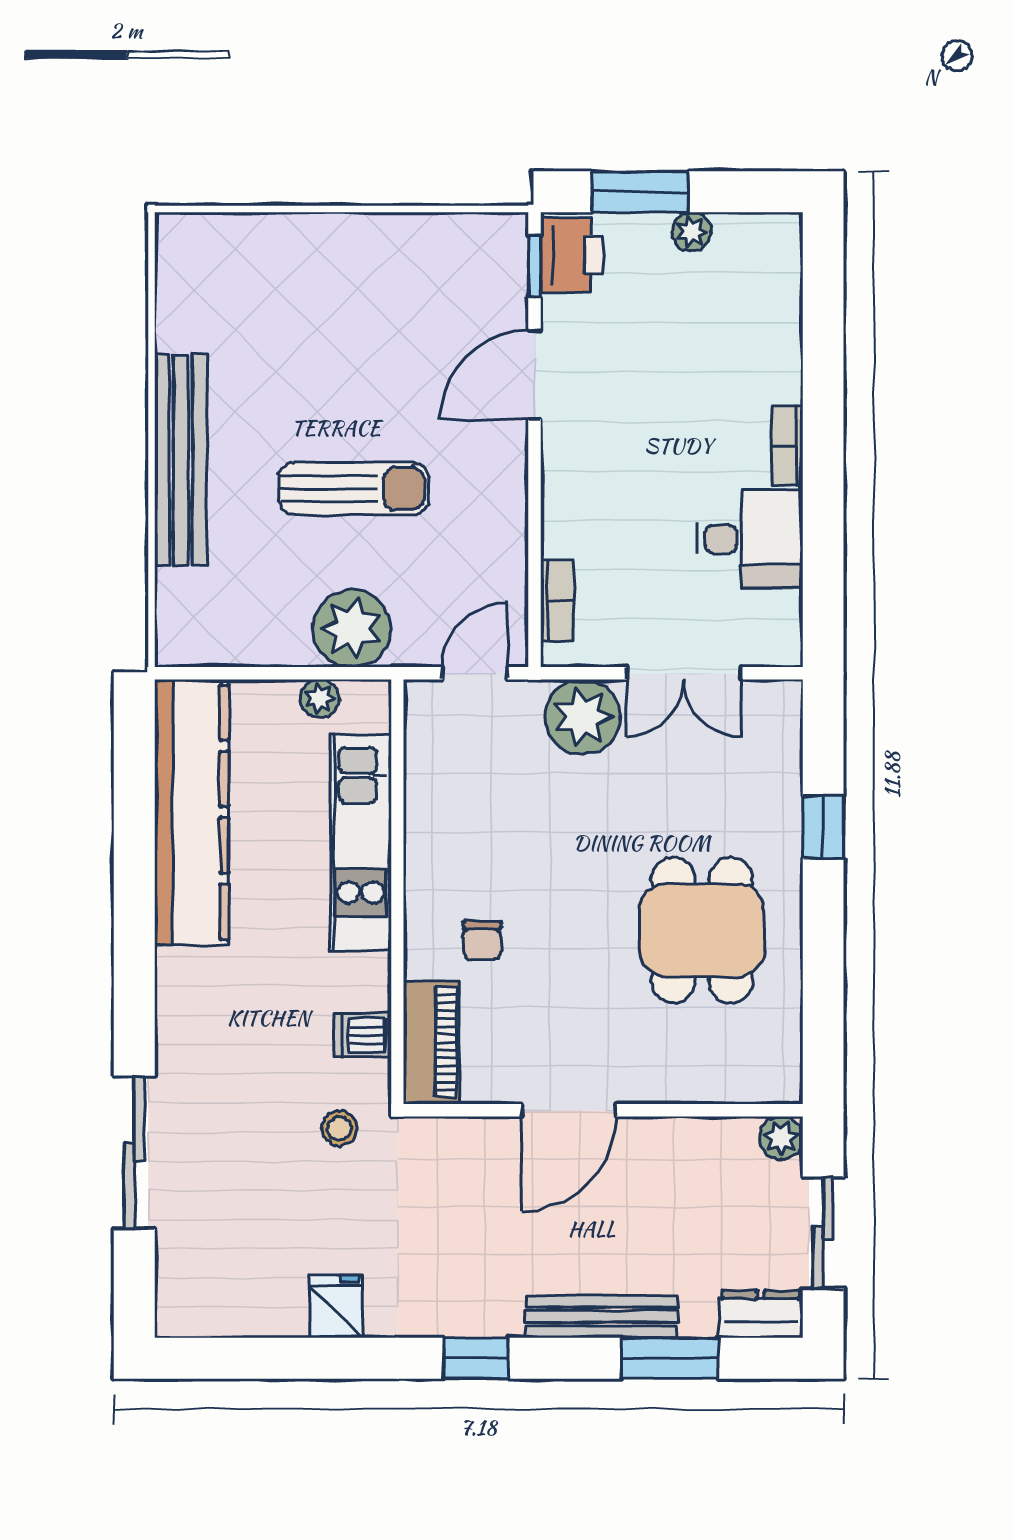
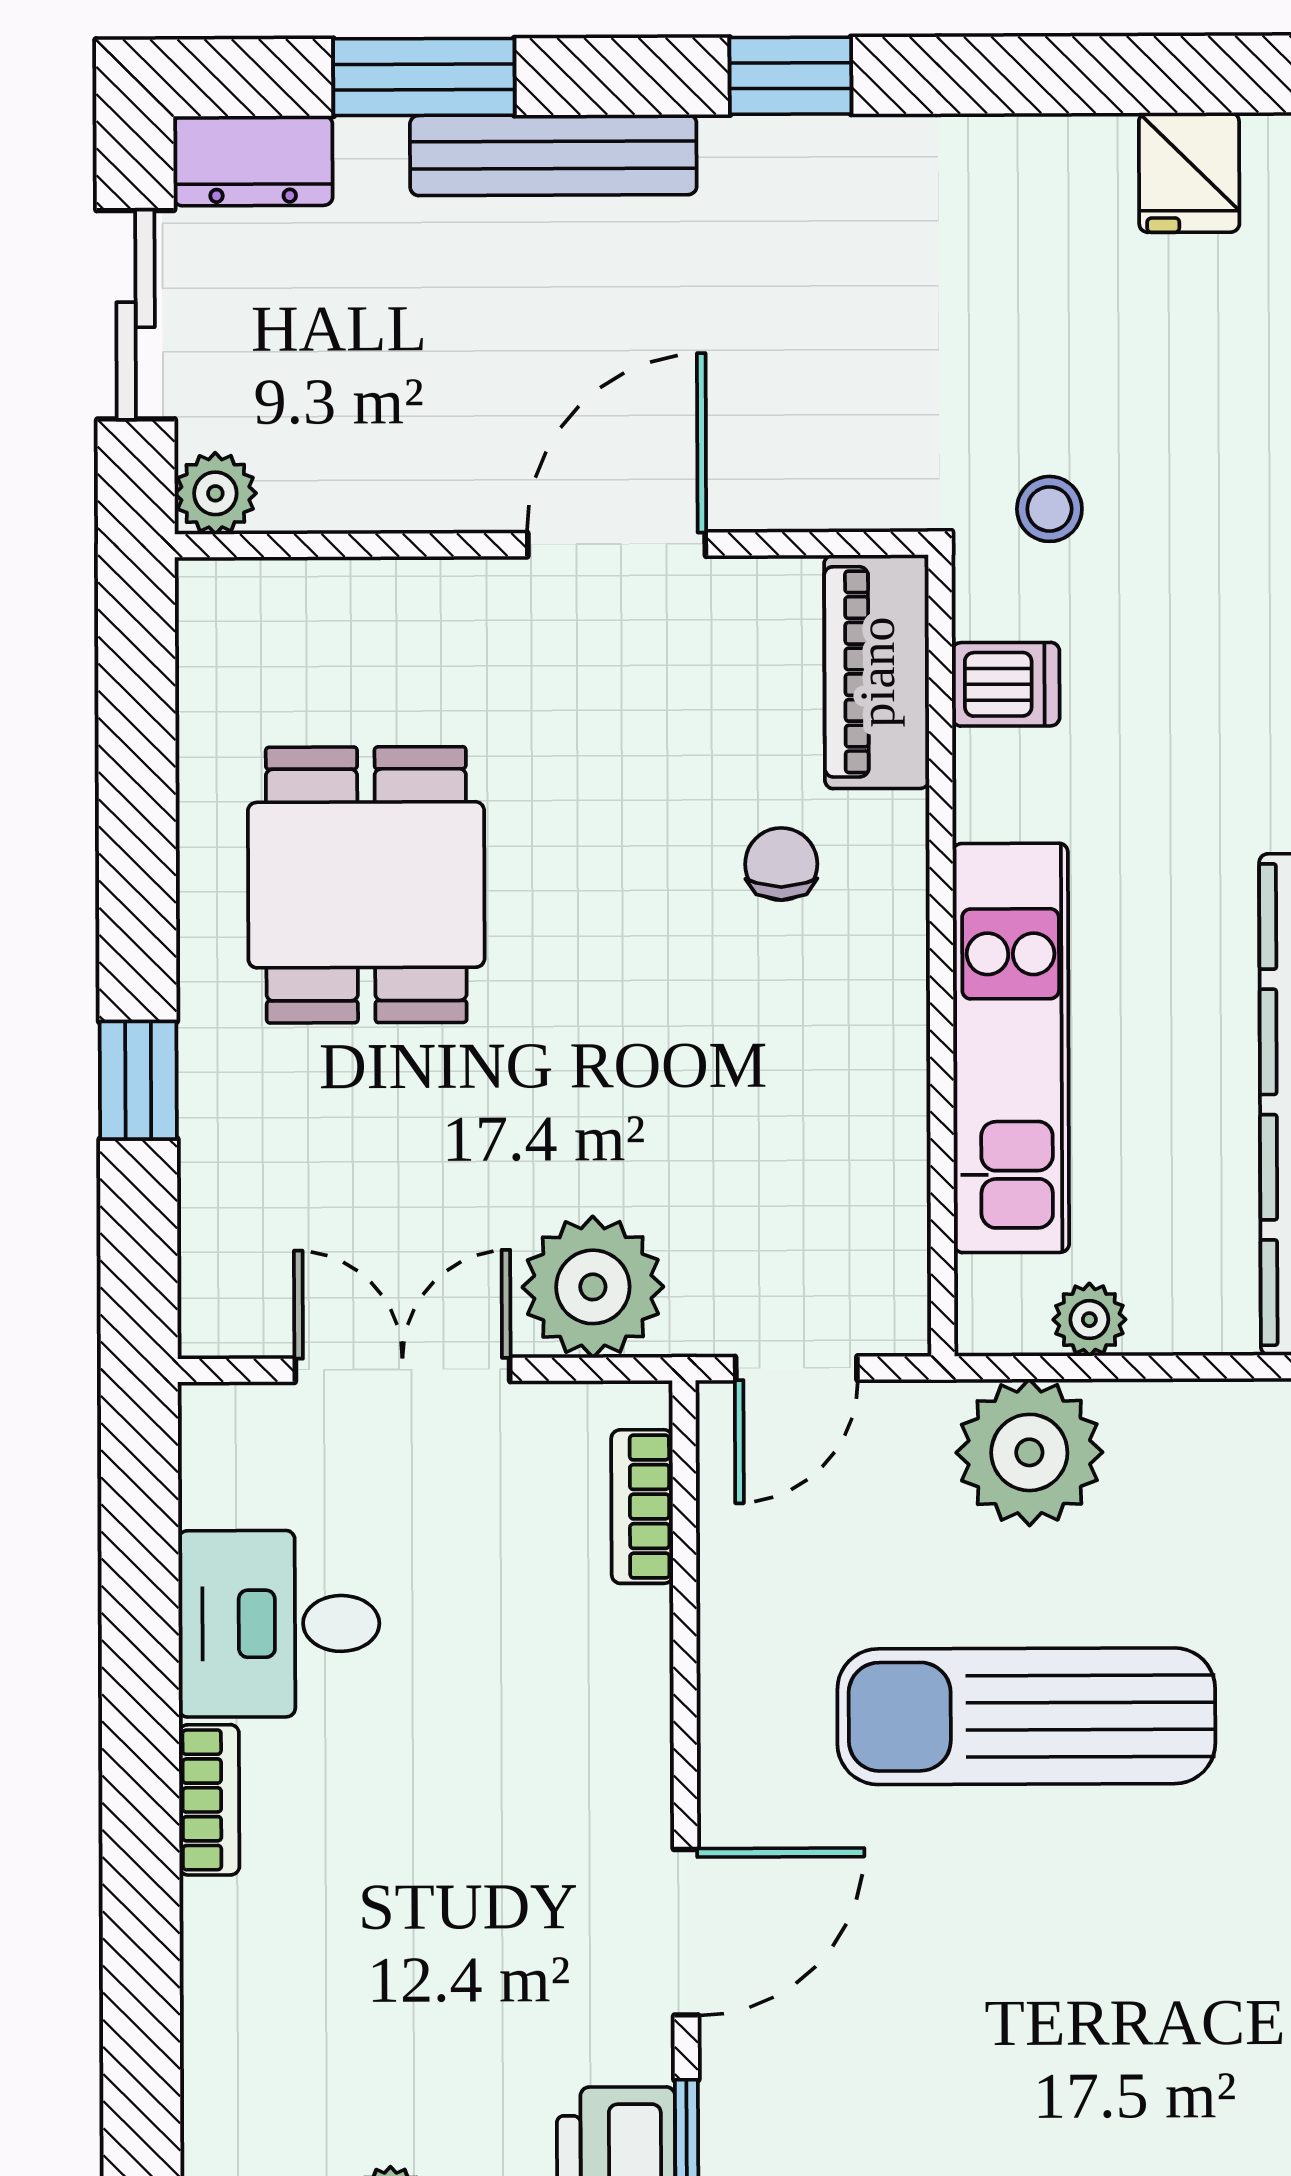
sun lounger: (354, 489) -> (1026, 1716), width x1.36, depth x1.34
fridge: (336, 1306) -> (1189, 172), moved

